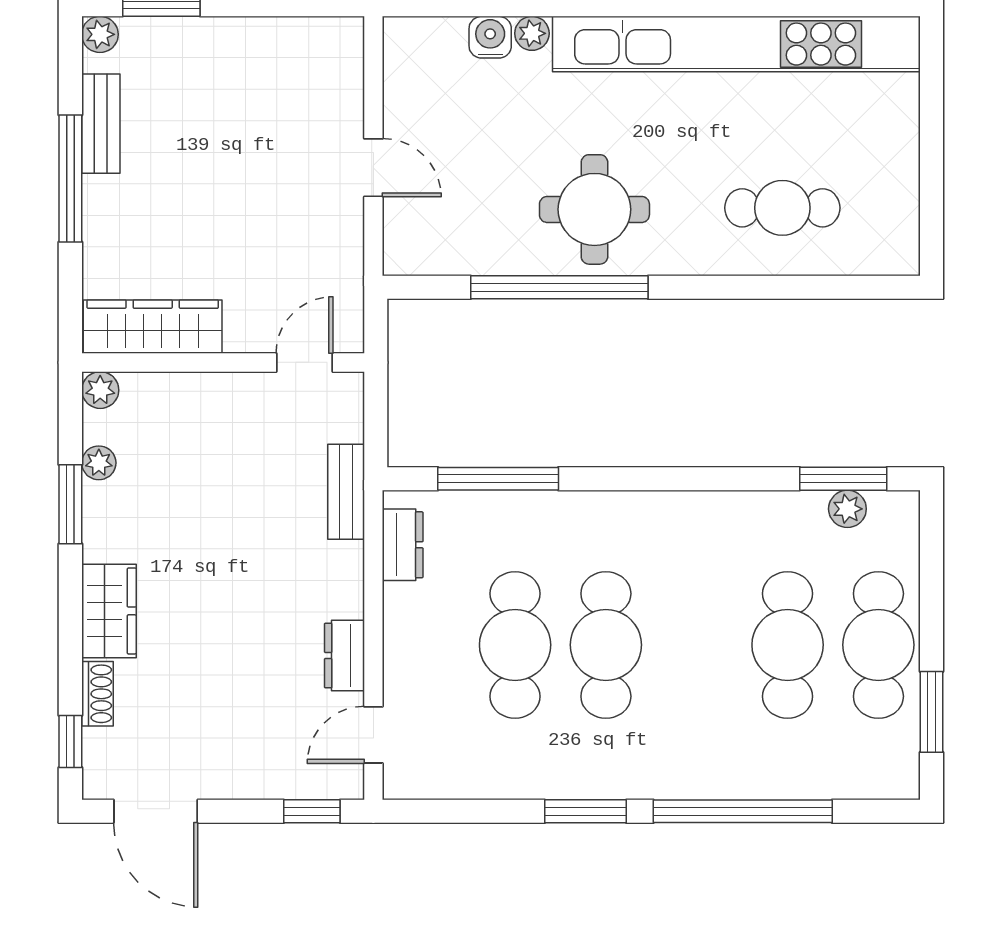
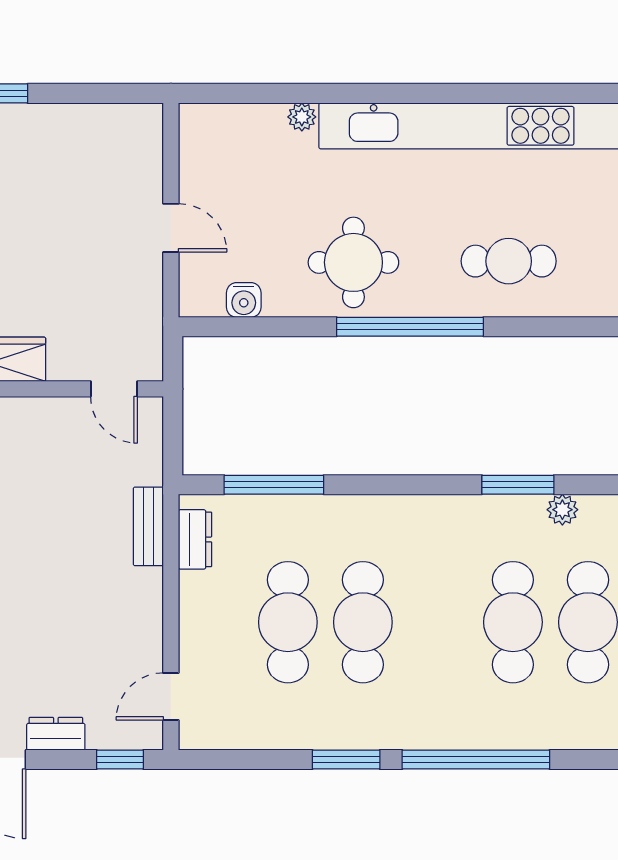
water cooler: (490, 37) -> (244, 300), moved, turned 180
window: (559, 287) -> (410, 327), moved
door: (305, 362) -> (114, 389), swing flipped
window: (843, 479) -> (518, 485), moved
bench: (346, 492) -> (148, 526), moved
dresser: (344, 656) -> (56, 734), moved, turned 90

